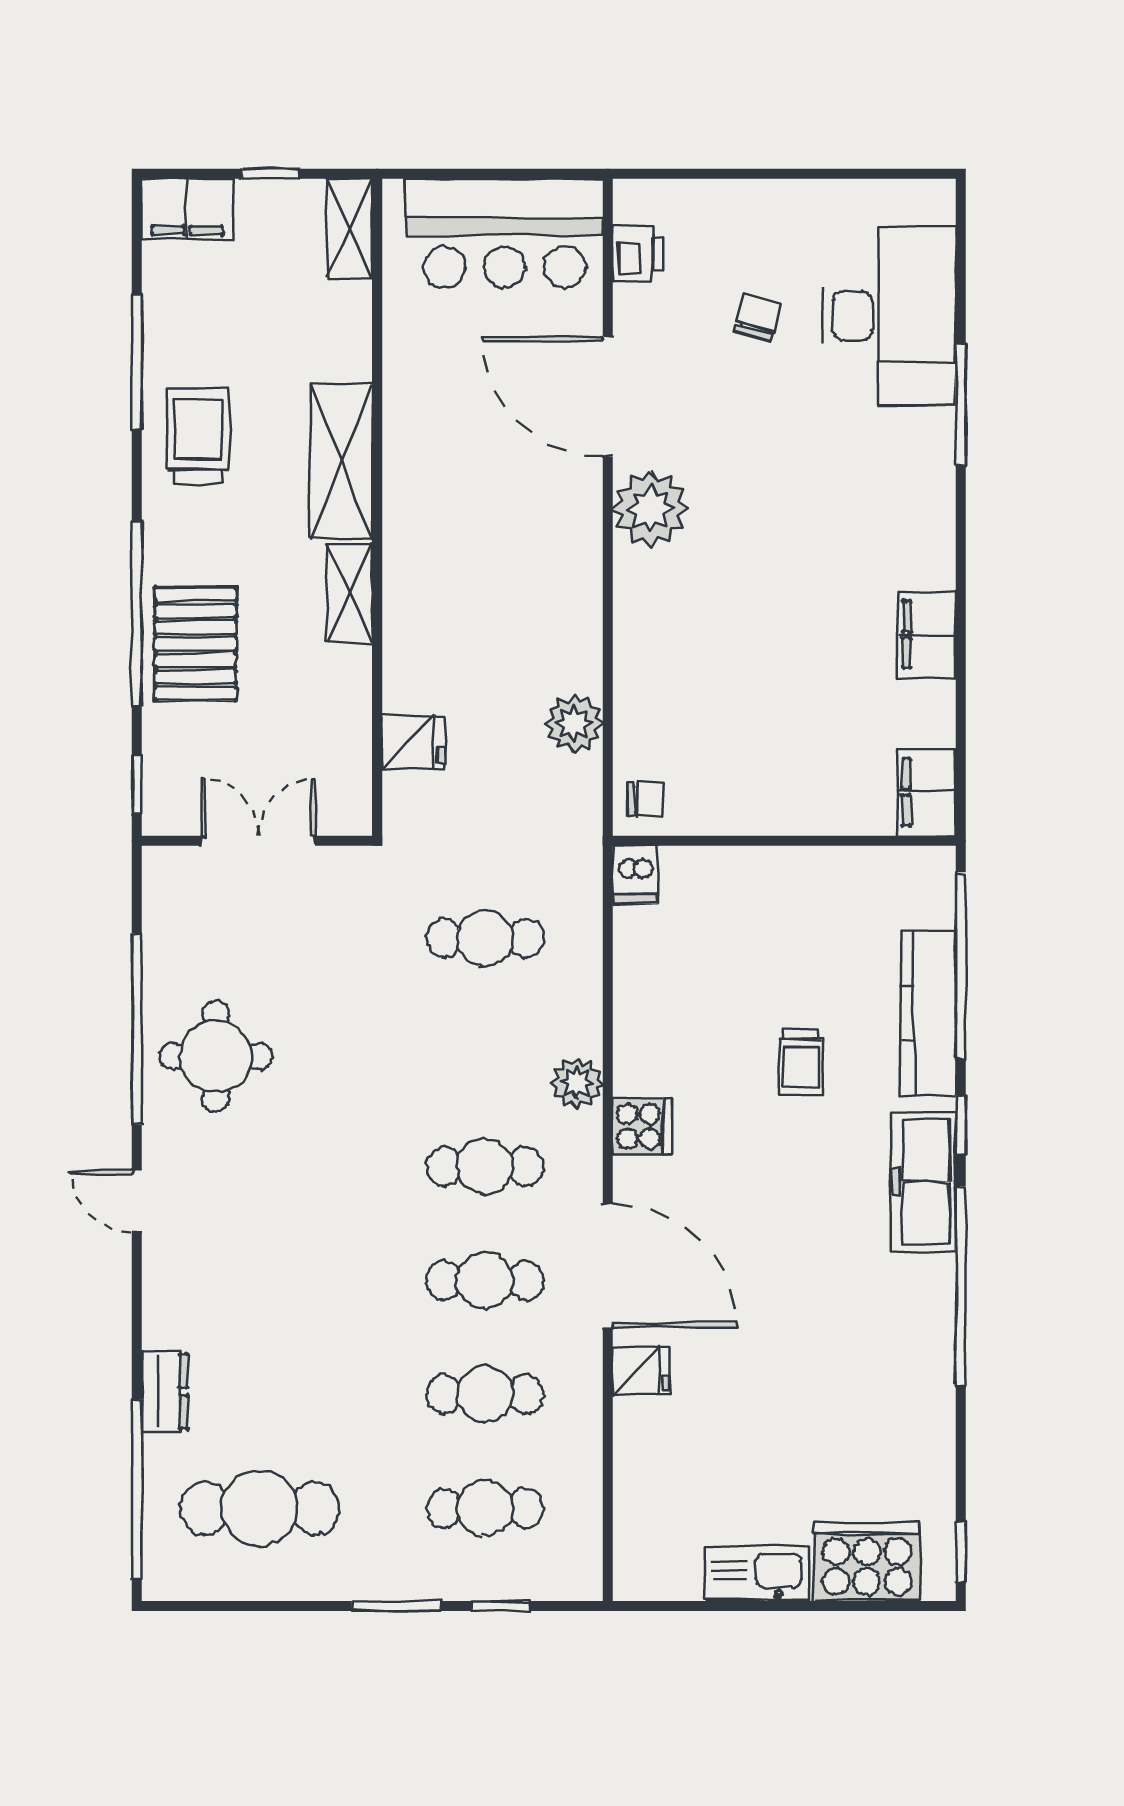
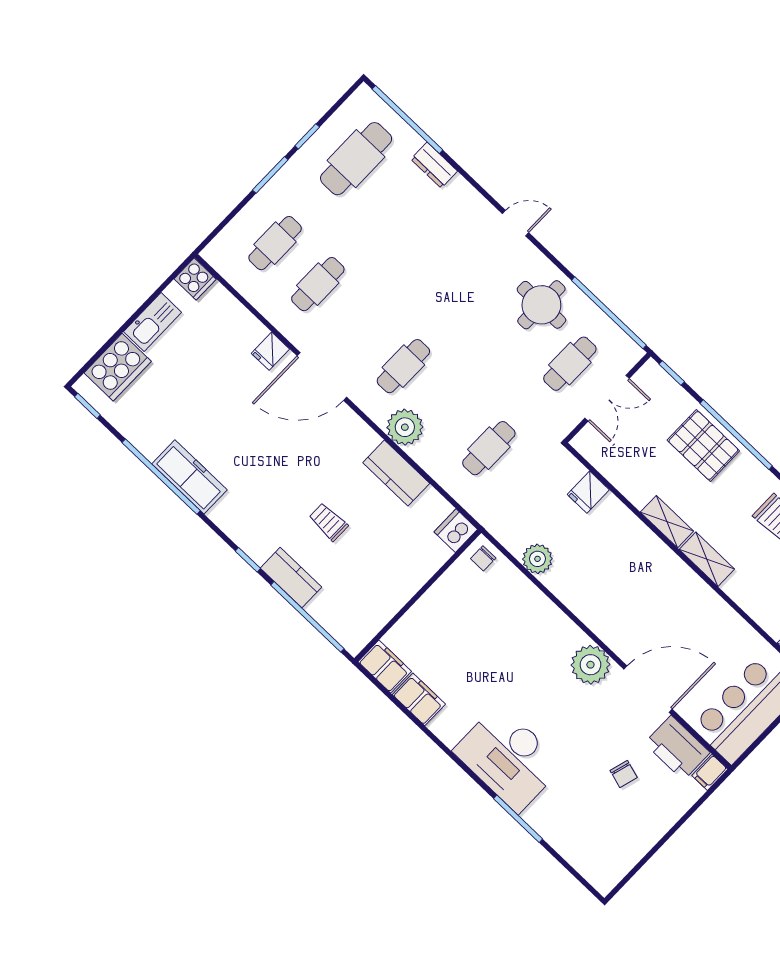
filing cabinet: (641, 200) -> (710, 772), added
printer: (638, 253) -> (677, 748), width x1.87, depth x1.48
desk: (889, 316) -> (509, 758), moved
shelving: (341, 462) -> (707, 559), width x0.67, depth x0.75
filing cabinet: (927, 635) -> (419, 699), moved
dishwasher: (635, 875) -> (456, 531), width x1.38
kitchen counter: (928, 1013) -> (291, 578), width x0.67
window: (137, 1029) -> (609, 313), moved
kitchen counter: (643, 1034) -> (396, 473), added
plant: (577, 1083) -> (405, 427), width x1.36, depth x1.36
cooker: (642, 1126) -> (195, 279), moved, turned -90
freezer: (924, 1182) -> (189, 477), moved
cafe table: (485, 1280) -> (570, 364), moved
window: (961, 1286) -> (161, 477), moved
window: (500, 1606) -> (307, 136), moved

